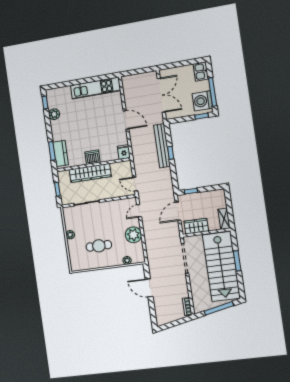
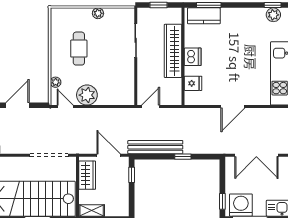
plant: (54, 114) -> (273, 15), moved
bench: (162, 146) -> (155, 147), moved
fridge: (124, 152) -> (193, 83), moved
door: (139, 211) -> (65, 107), moved

